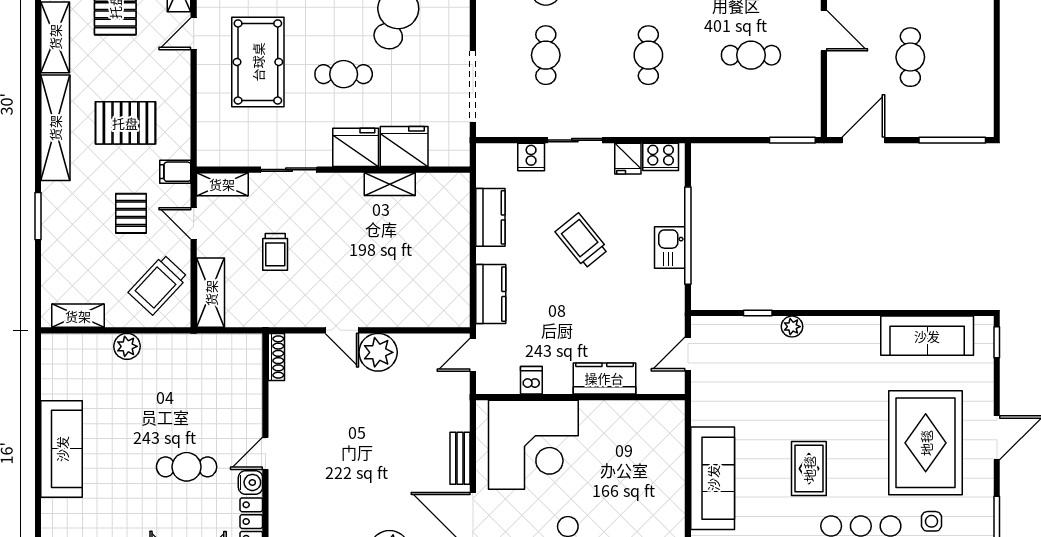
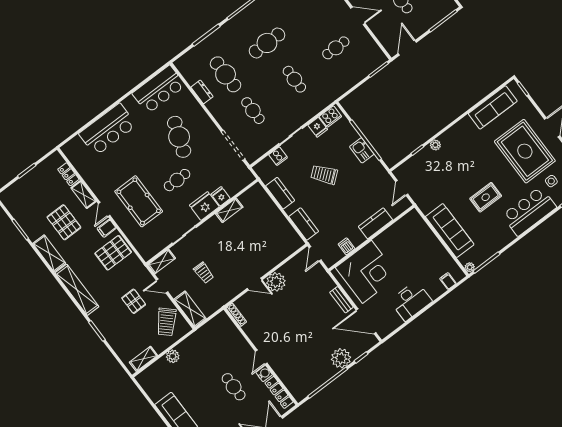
pallet: (125, 123) -> (113, 253), moved
fridge: (404, 147) -> (221, 196), width x0.53, depth x0.75
filing cabinet: (175, 172) -> (107, 228), moved
cafe table: (187, 467) -> (234, 387), turned 90
rug: (809, 469) -> (486, 197), turned 90

